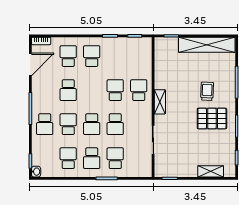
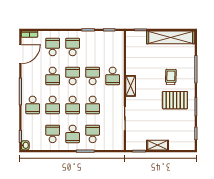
school desk: (92, 90) -> (73, 76), added
school desk: (139, 90) -> (113, 76), turned 180
school desk: (68, 124) -> (53, 105), turned 180
shelving: (211, 171) -> (158, 145), moved

